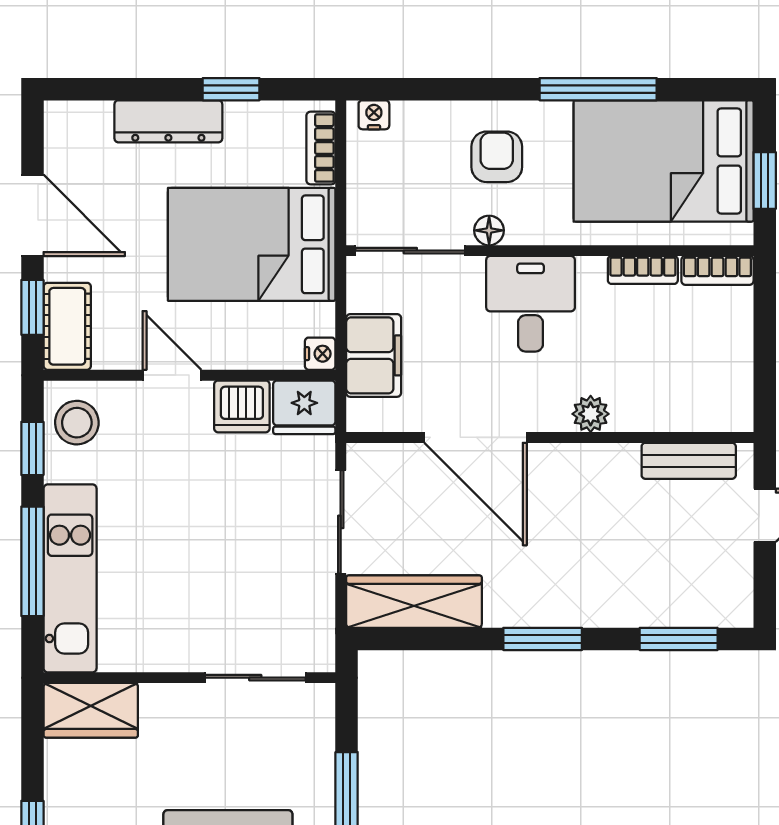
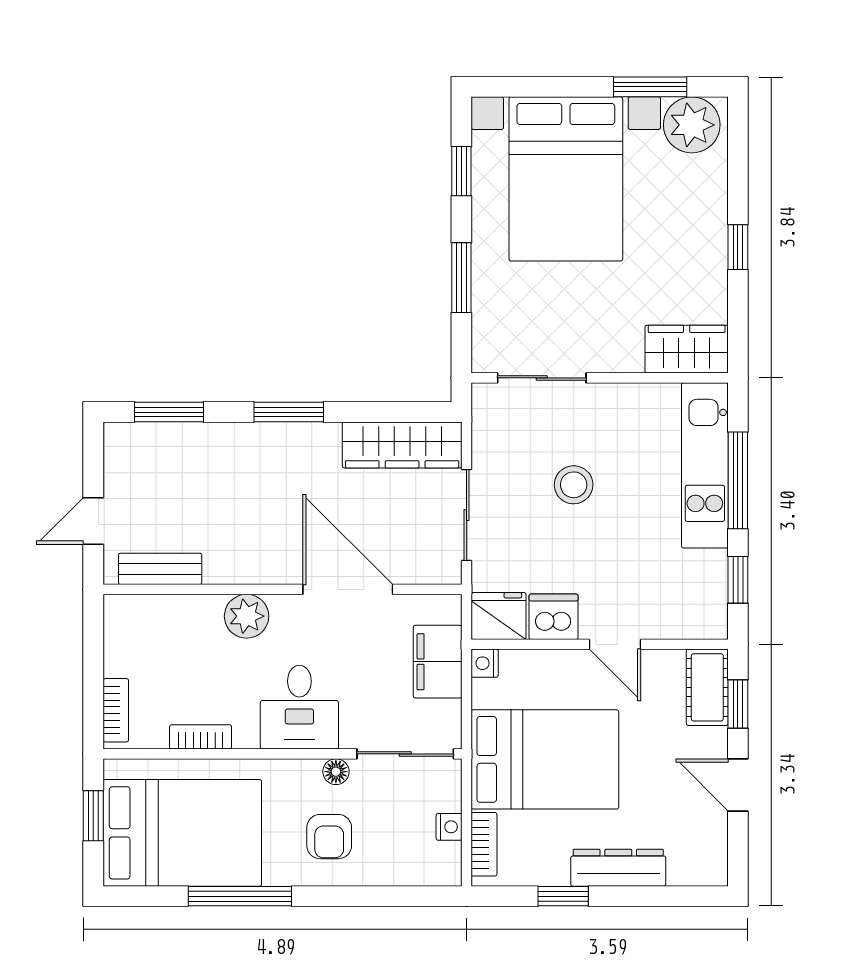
nightstand: (374, 115) -> (449, 827), moved, turned -90
door: (32, 215) -> (738, 785), width x0.73
bookcase: (717, 270) -> (116, 710), moved, turned 90
plant: (591, 414) -> (247, 616), width x1.38, depth x1.38
stool: (77, 423) -> (574, 485), moved

